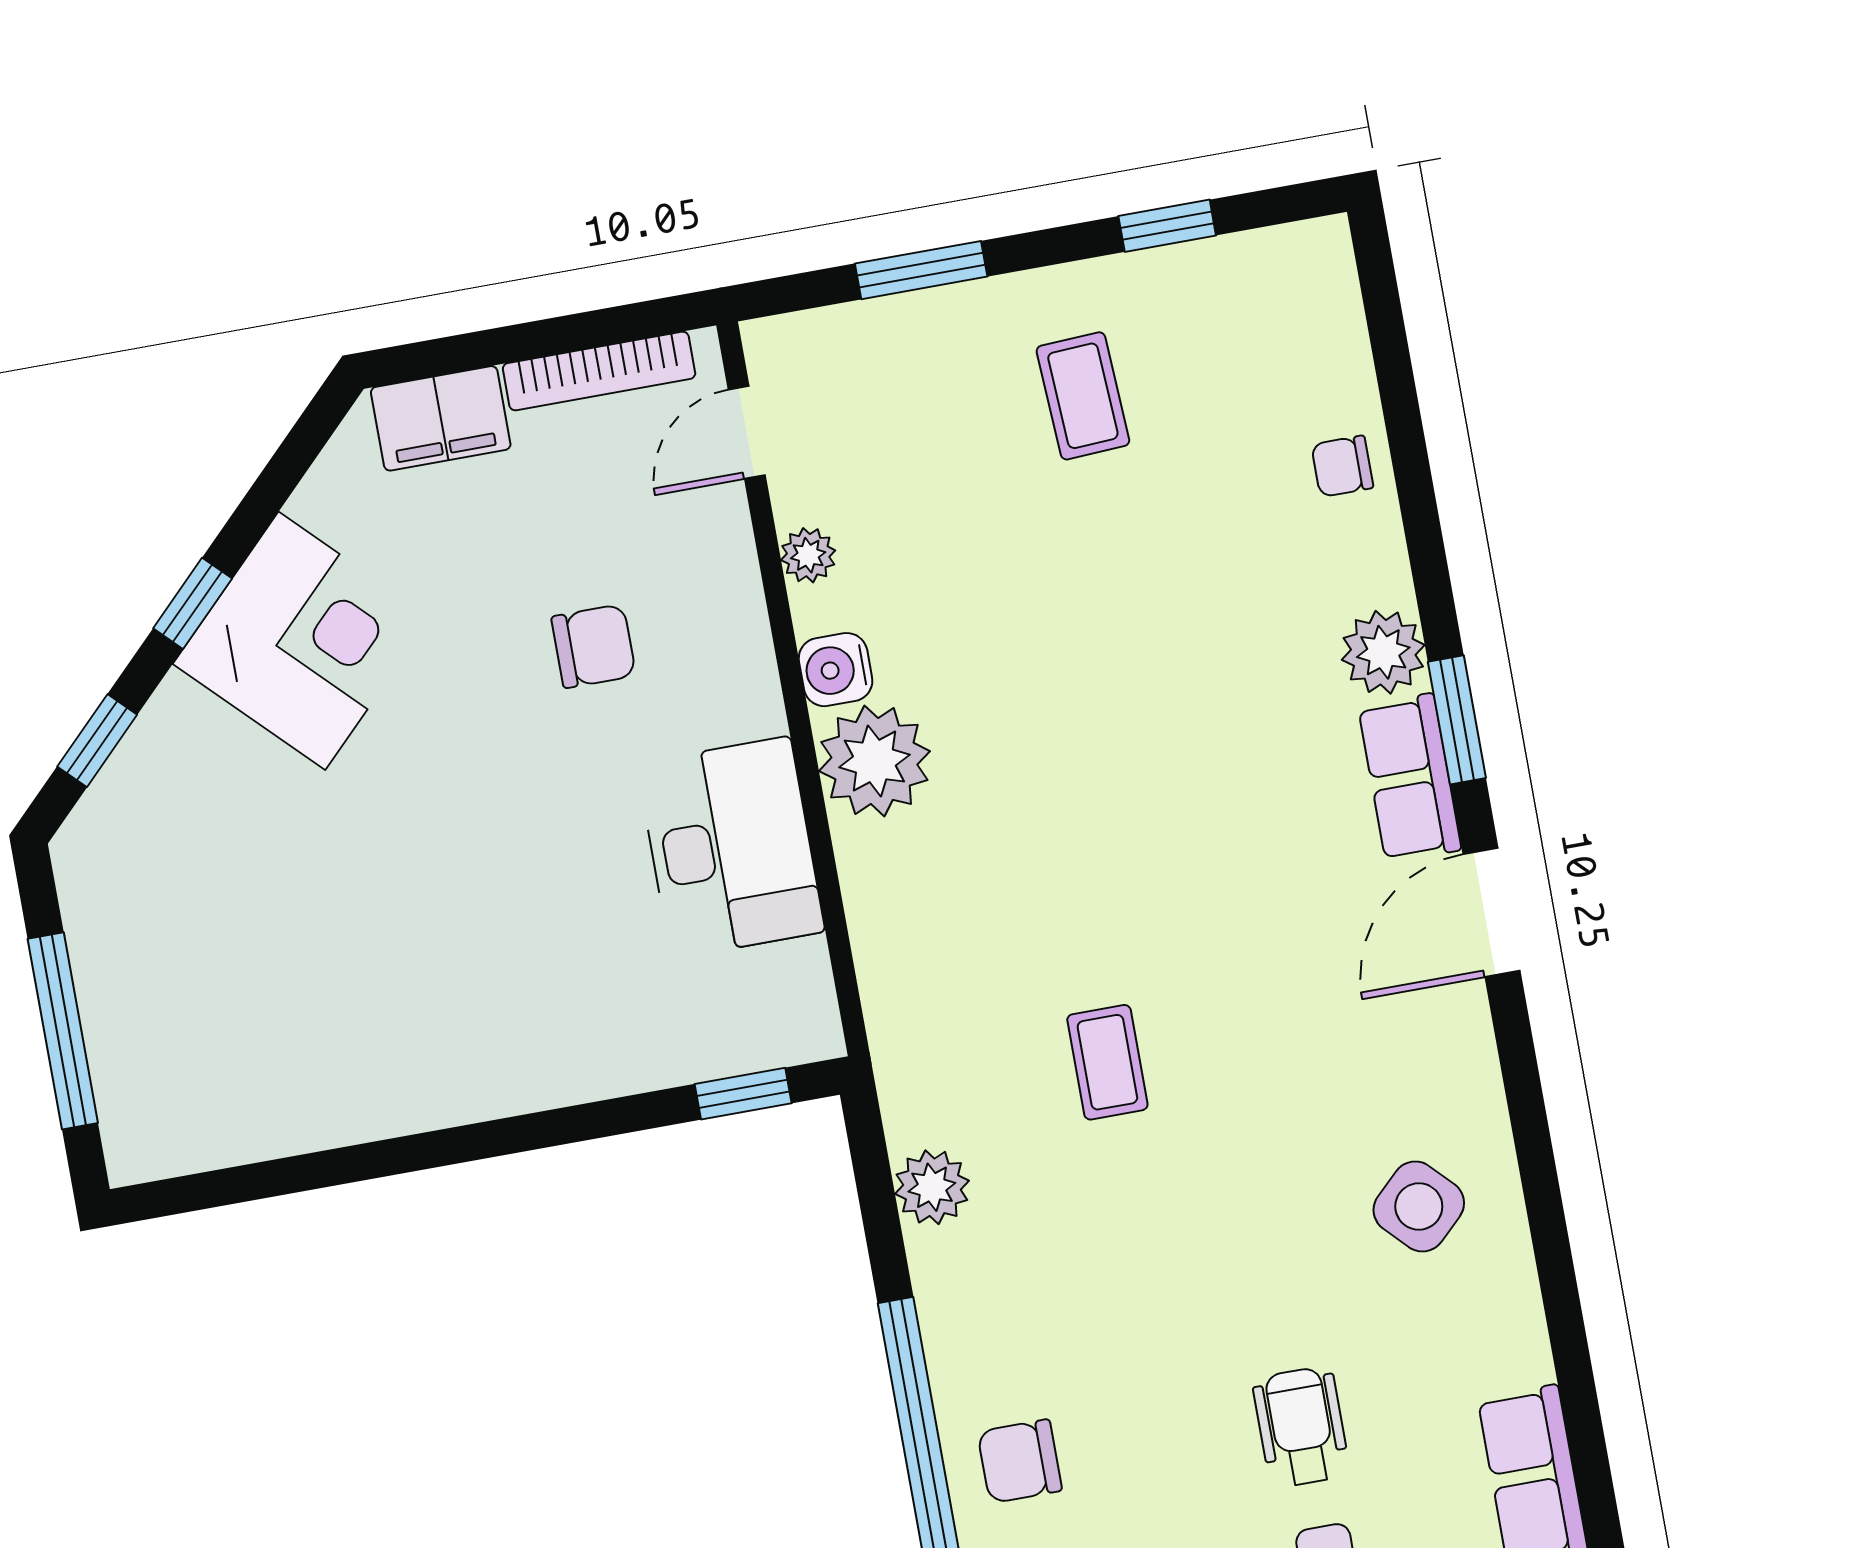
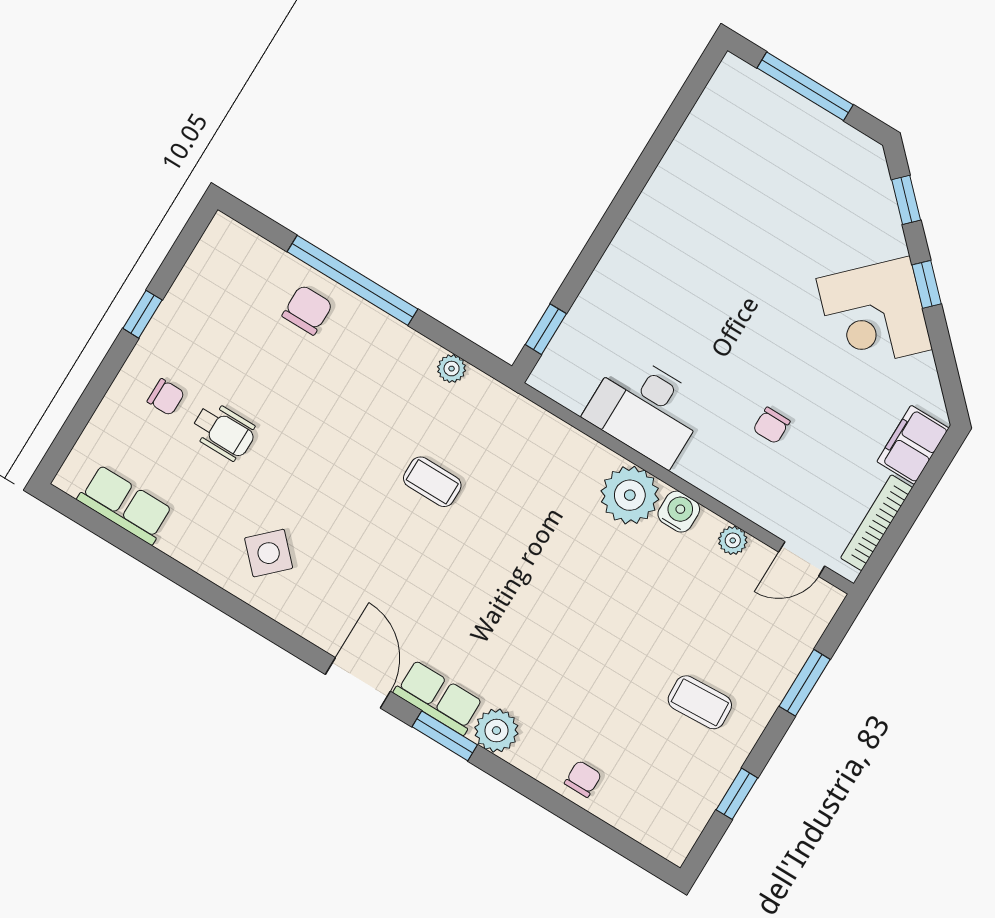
door: (747, 432) -> (802, 559), swing flipped
chair: (593, 646) -> (771, 426), width x0.73, depth x0.73
plant: (932, 1187) -> (452, 369), width x0.73, depth x0.73

